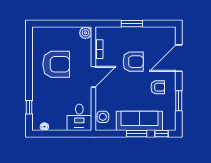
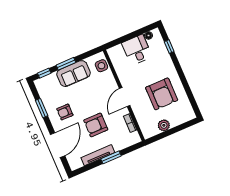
tv unit: (144, 31) -> (98, 155), added
plant: (85, 33) -> (164, 125), moved
armchair: (56, 64) -> (162, 94), turned -90
desk: (79, 117) -> (137, 50), moved
sofa: (139, 121) -> (73, 74), width x0.73

